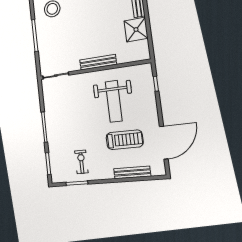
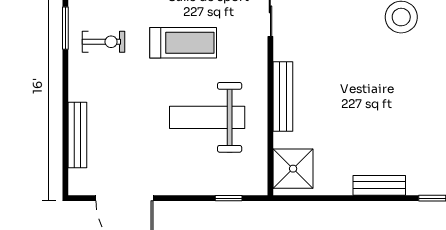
shower: (136, 30) -> (293, 169), moved
treadmill: (125, 140) -> (183, 43), moved, turned -90

